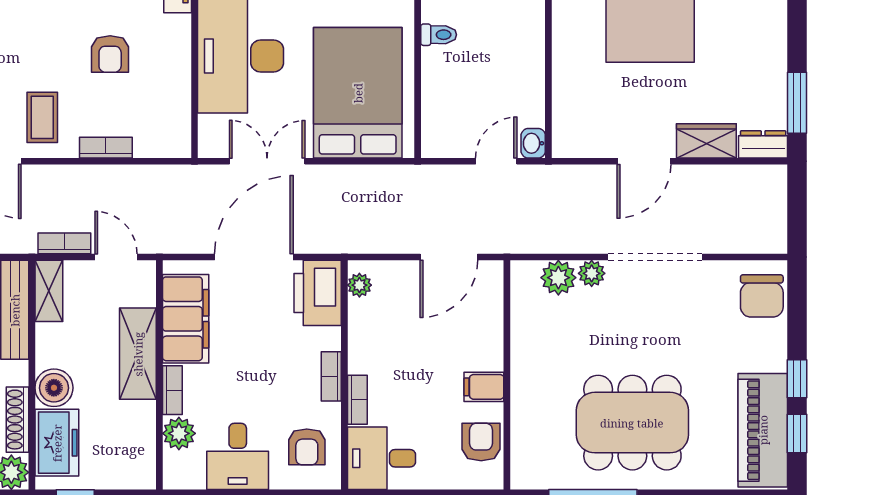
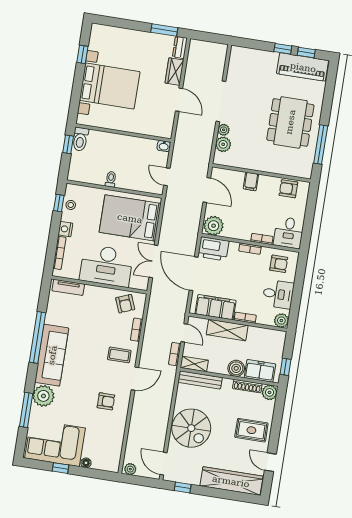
armchair: (110, 54) -> (125, 304), moved, turned 68
door: (496, 161) -> (167, 177), moved
door: (116, 257) -> (184, 333), swing flipped
plant: (359, 285) -> (214, 226), width x1.88, depth x1.88
chair: (762, 296) -> (245, 58), removed
filing cabinet: (484, 387) -> (251, 181), moved
plant: (179, 433) -> (281, 321), moved

